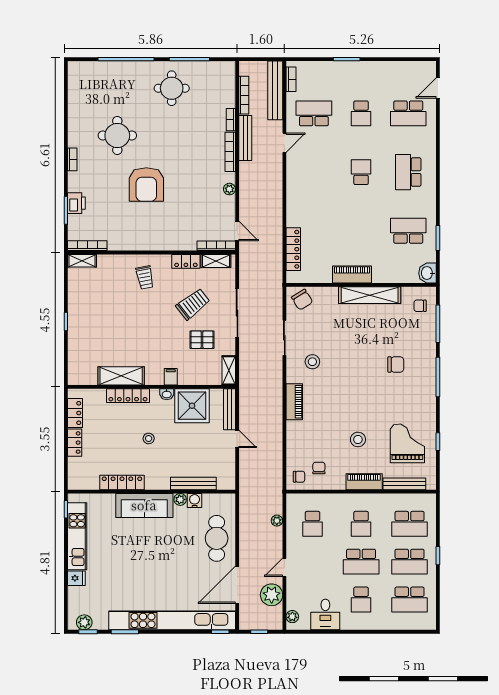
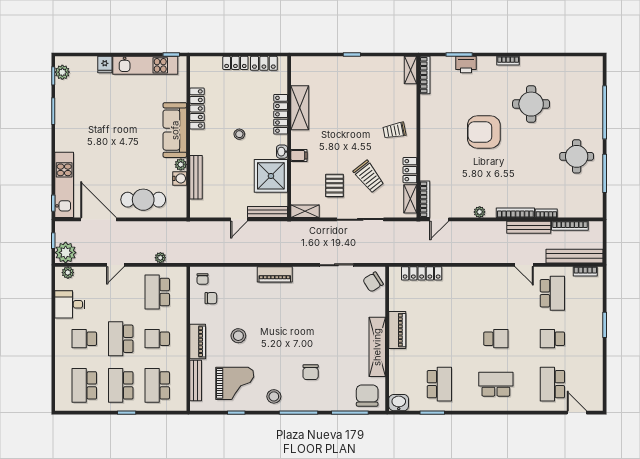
chair: (420, 306) -> (367, 396), width x1.87, depth x1.87
stool: (312, 362) -> (274, 396), moved
school desk: (313, 524) -> (157, 292), width x1.85
door: (284, 567) -> (115, 265), swing flipped
plant: (272, 595) -> (66, 253), moved
kitchen unit: (172, 620) -> (64, 185), width x0.54

